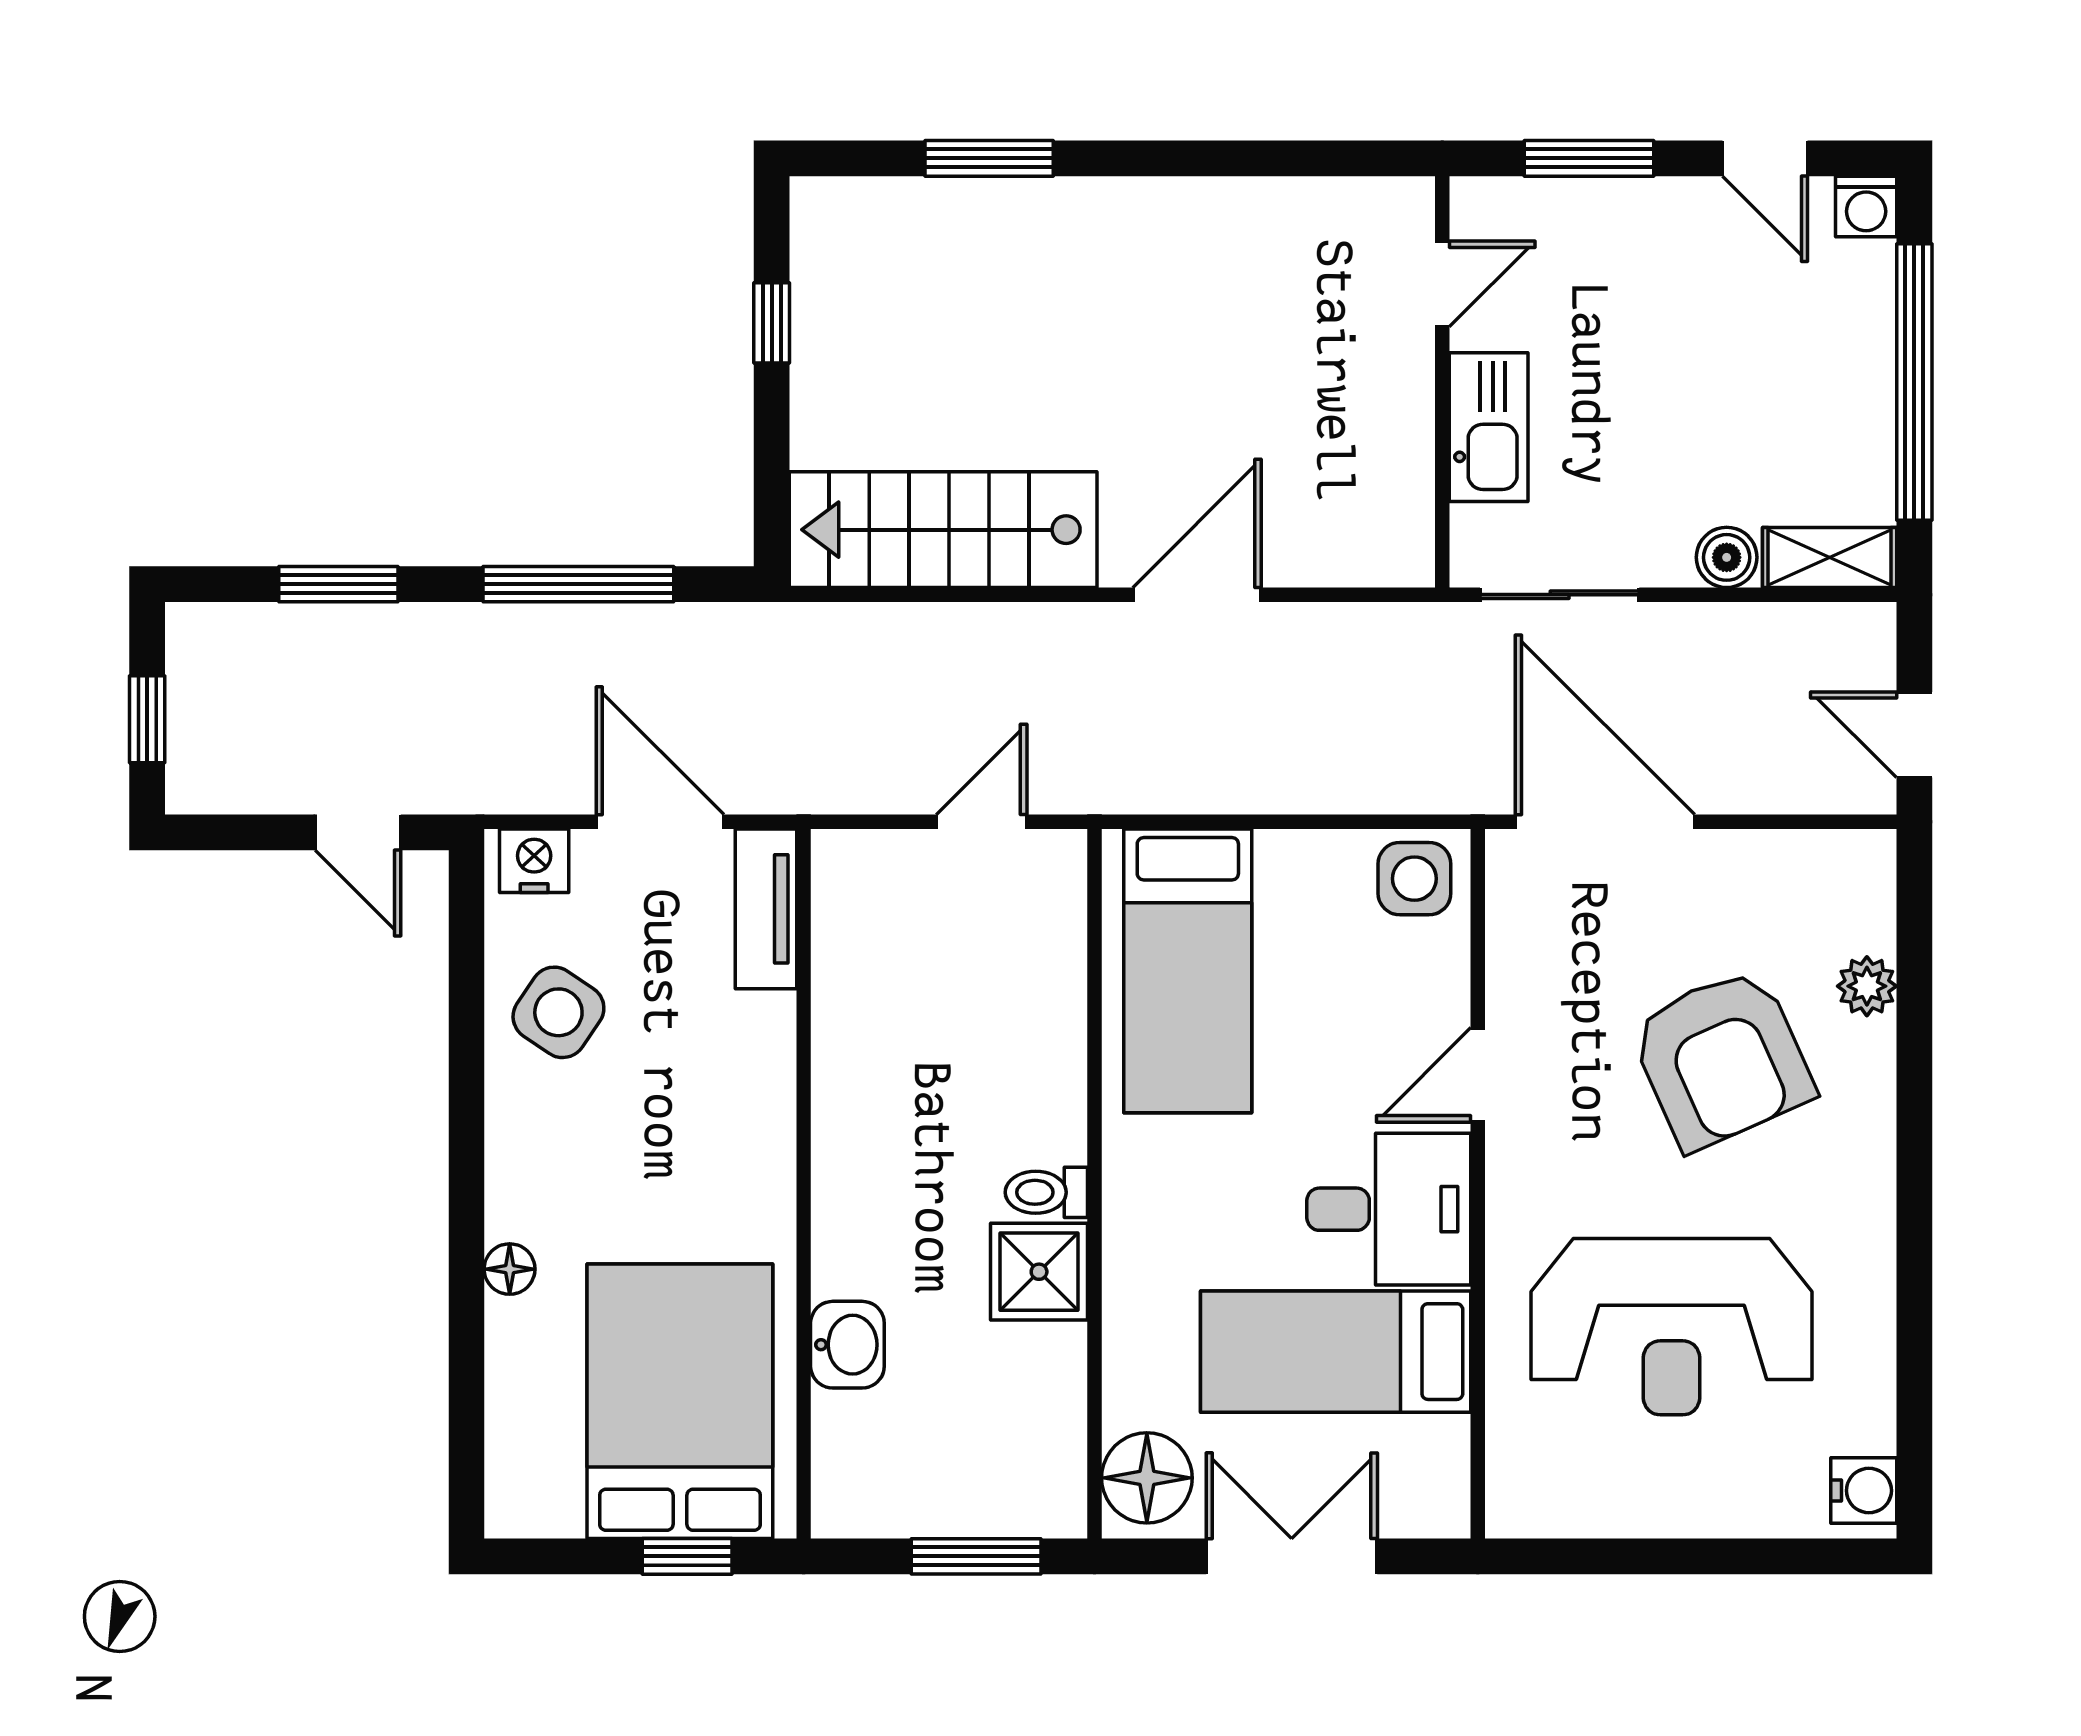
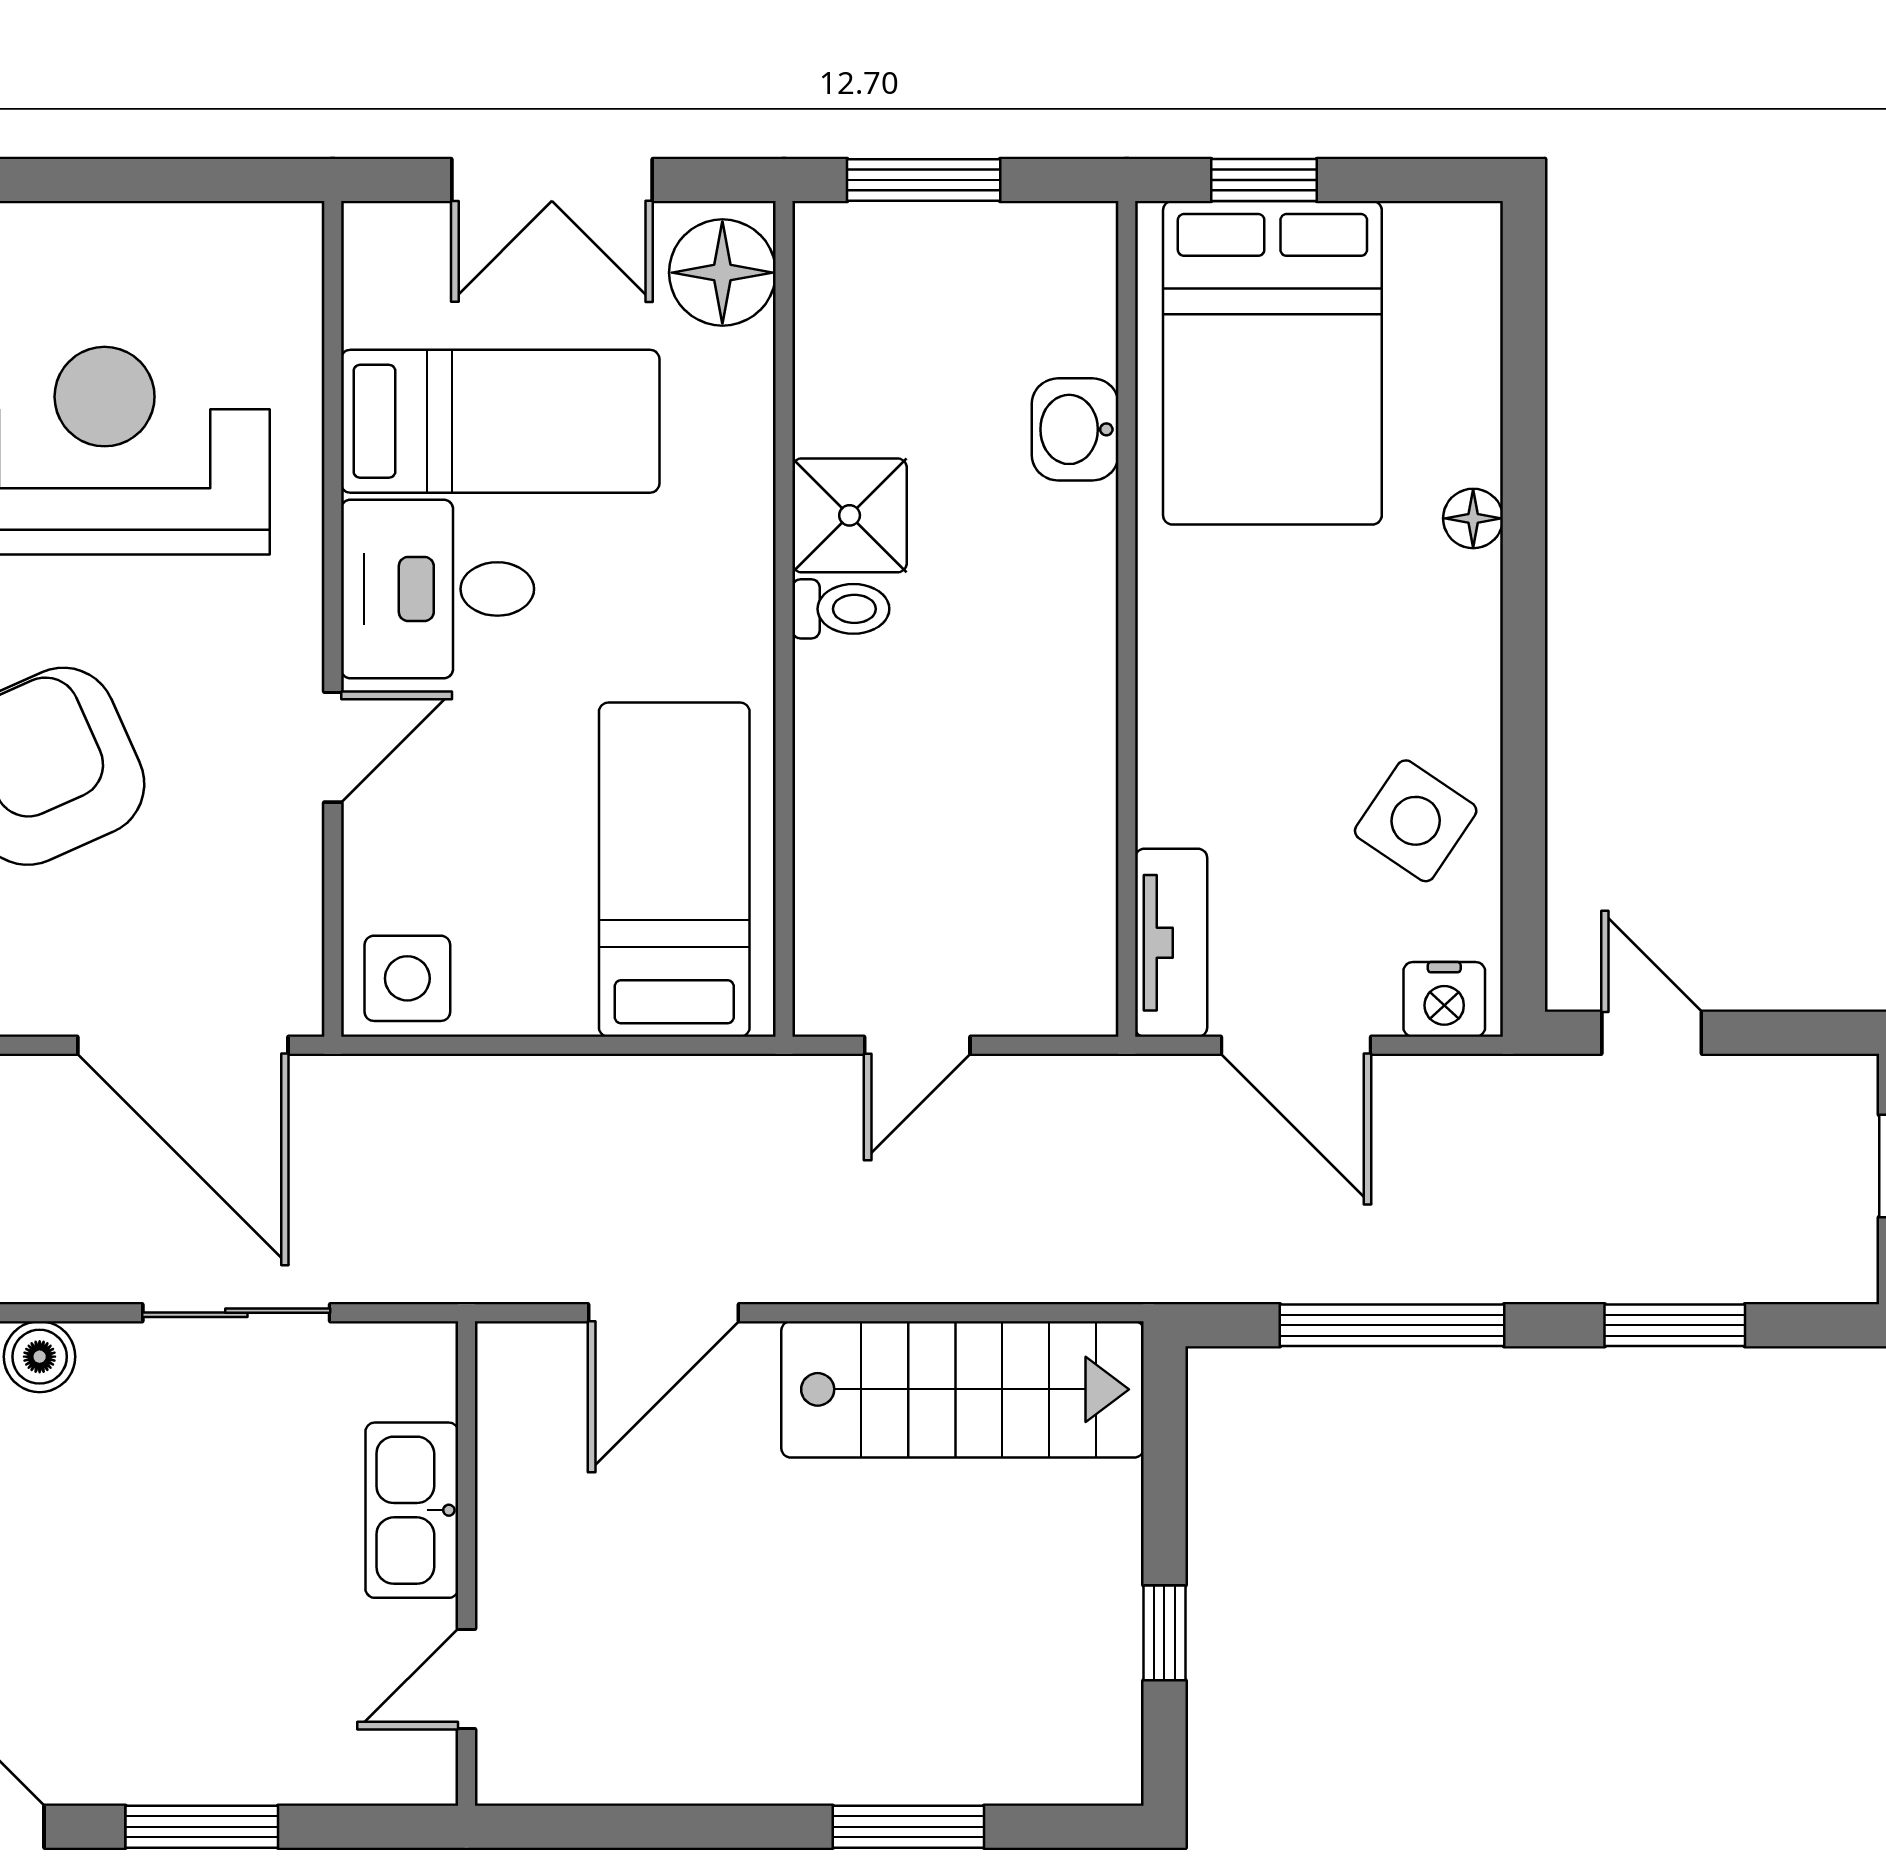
door: (1442, 284) -> (466, 1679), moved
wall: (1442, 382) -> (466, 1564), moved
kitchen sink: (1489, 427) -> (412, 1510), moved

